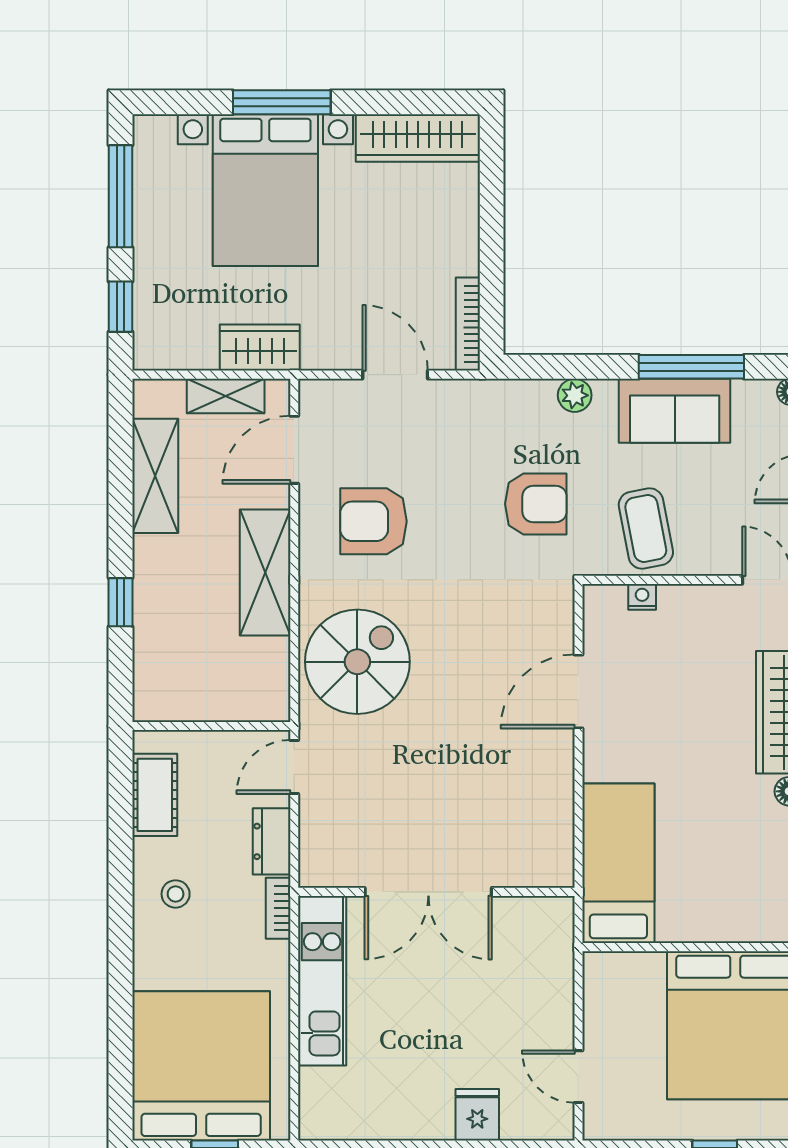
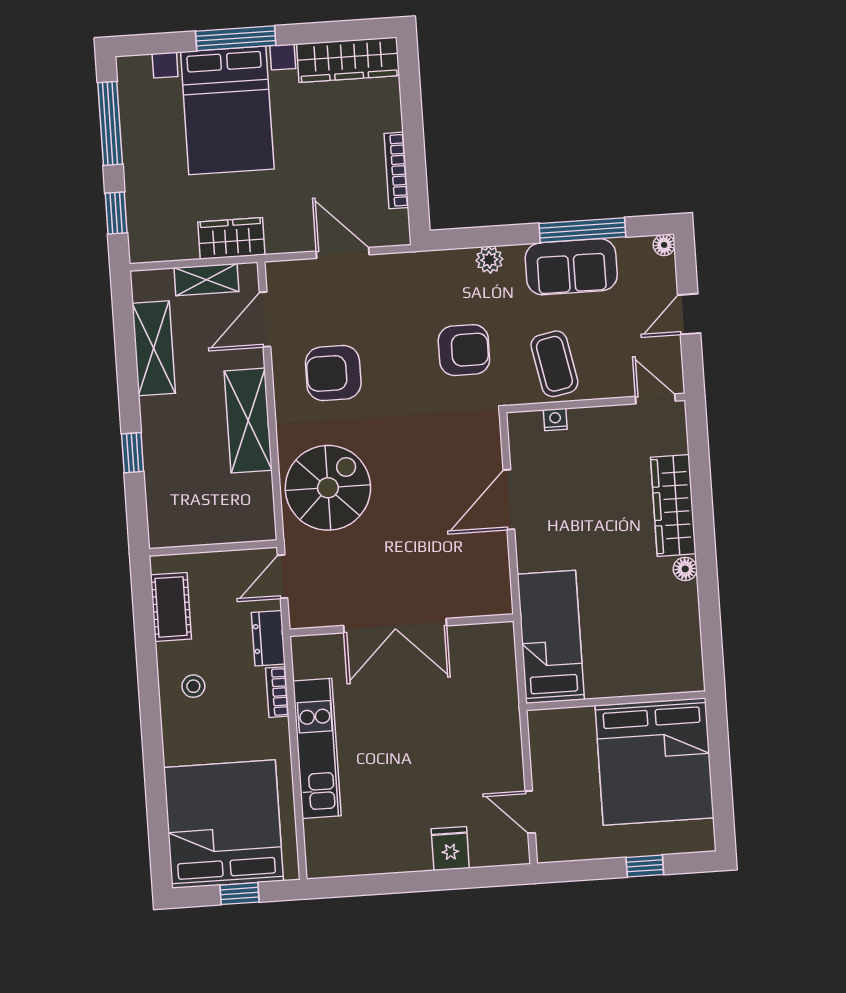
bookcase: (468, 324) -> (396, 170), moved
double door: (428, 892) -> (395, 626), moved
wall: (436, 892) -> (402, 625), moved

